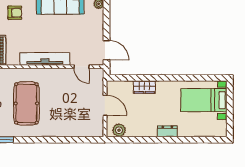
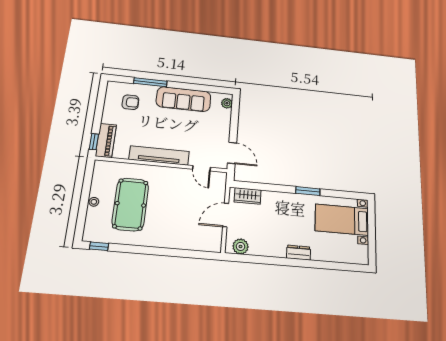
window: (174, 78) -> (308, 191), added
wardrobe: (144, 87) -> (248, 196), moved
door: (105, 105) -> (226, 215), swing flipped

